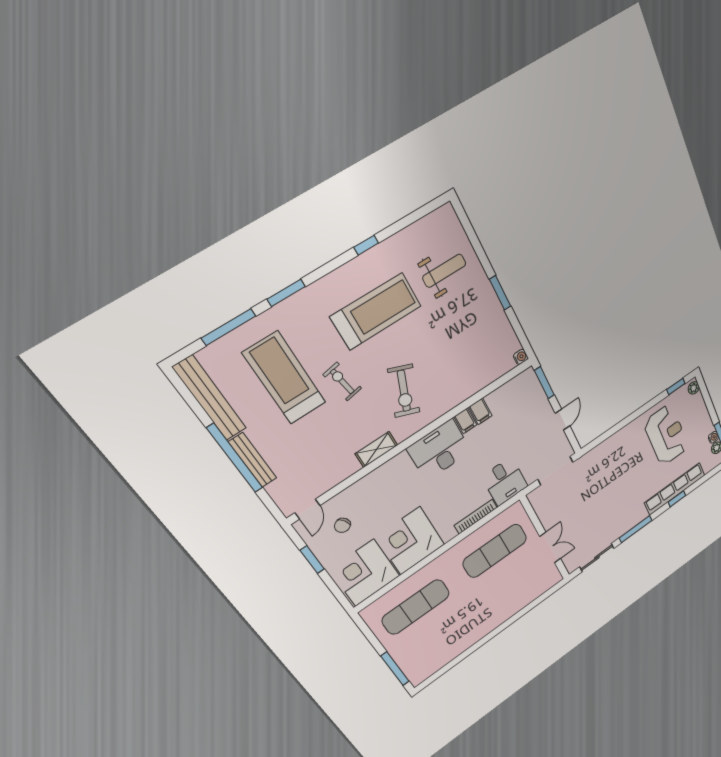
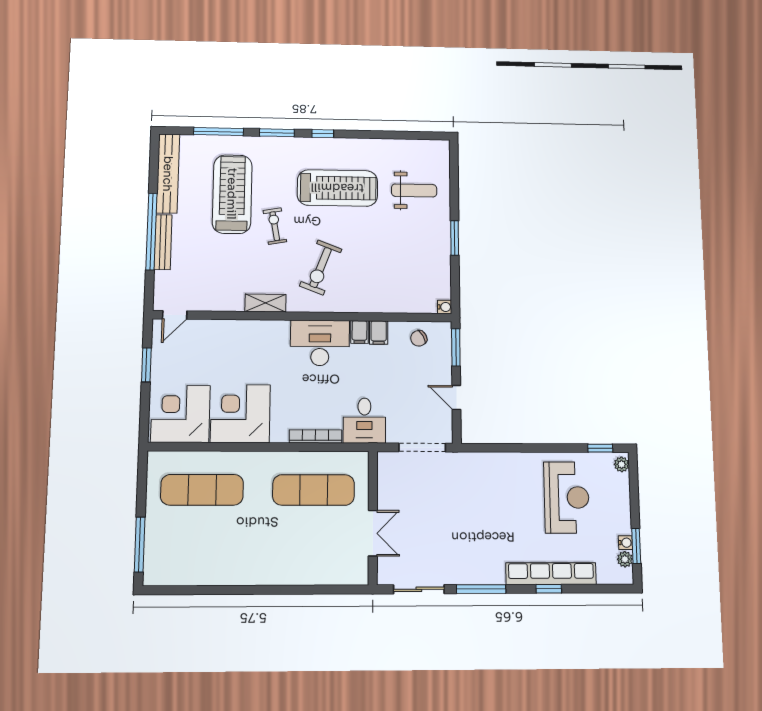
window: (366, 245) -> (323, 134), moved
door: (563, 420) -> (456, 397), swing flipped
chair: (342, 525) -> (419, 338), moved

